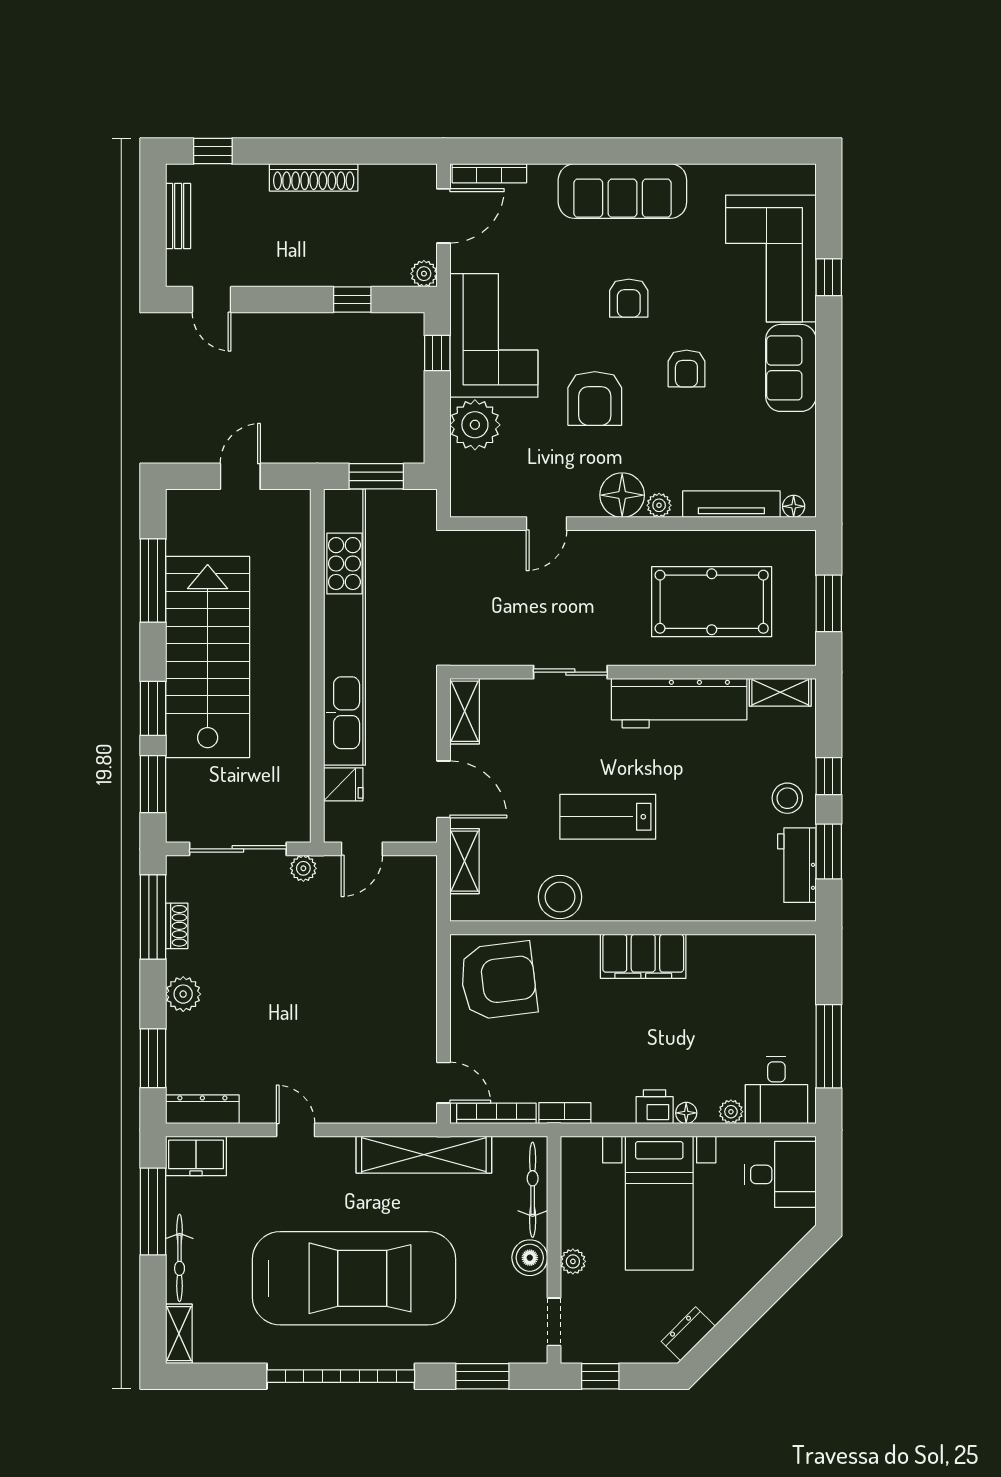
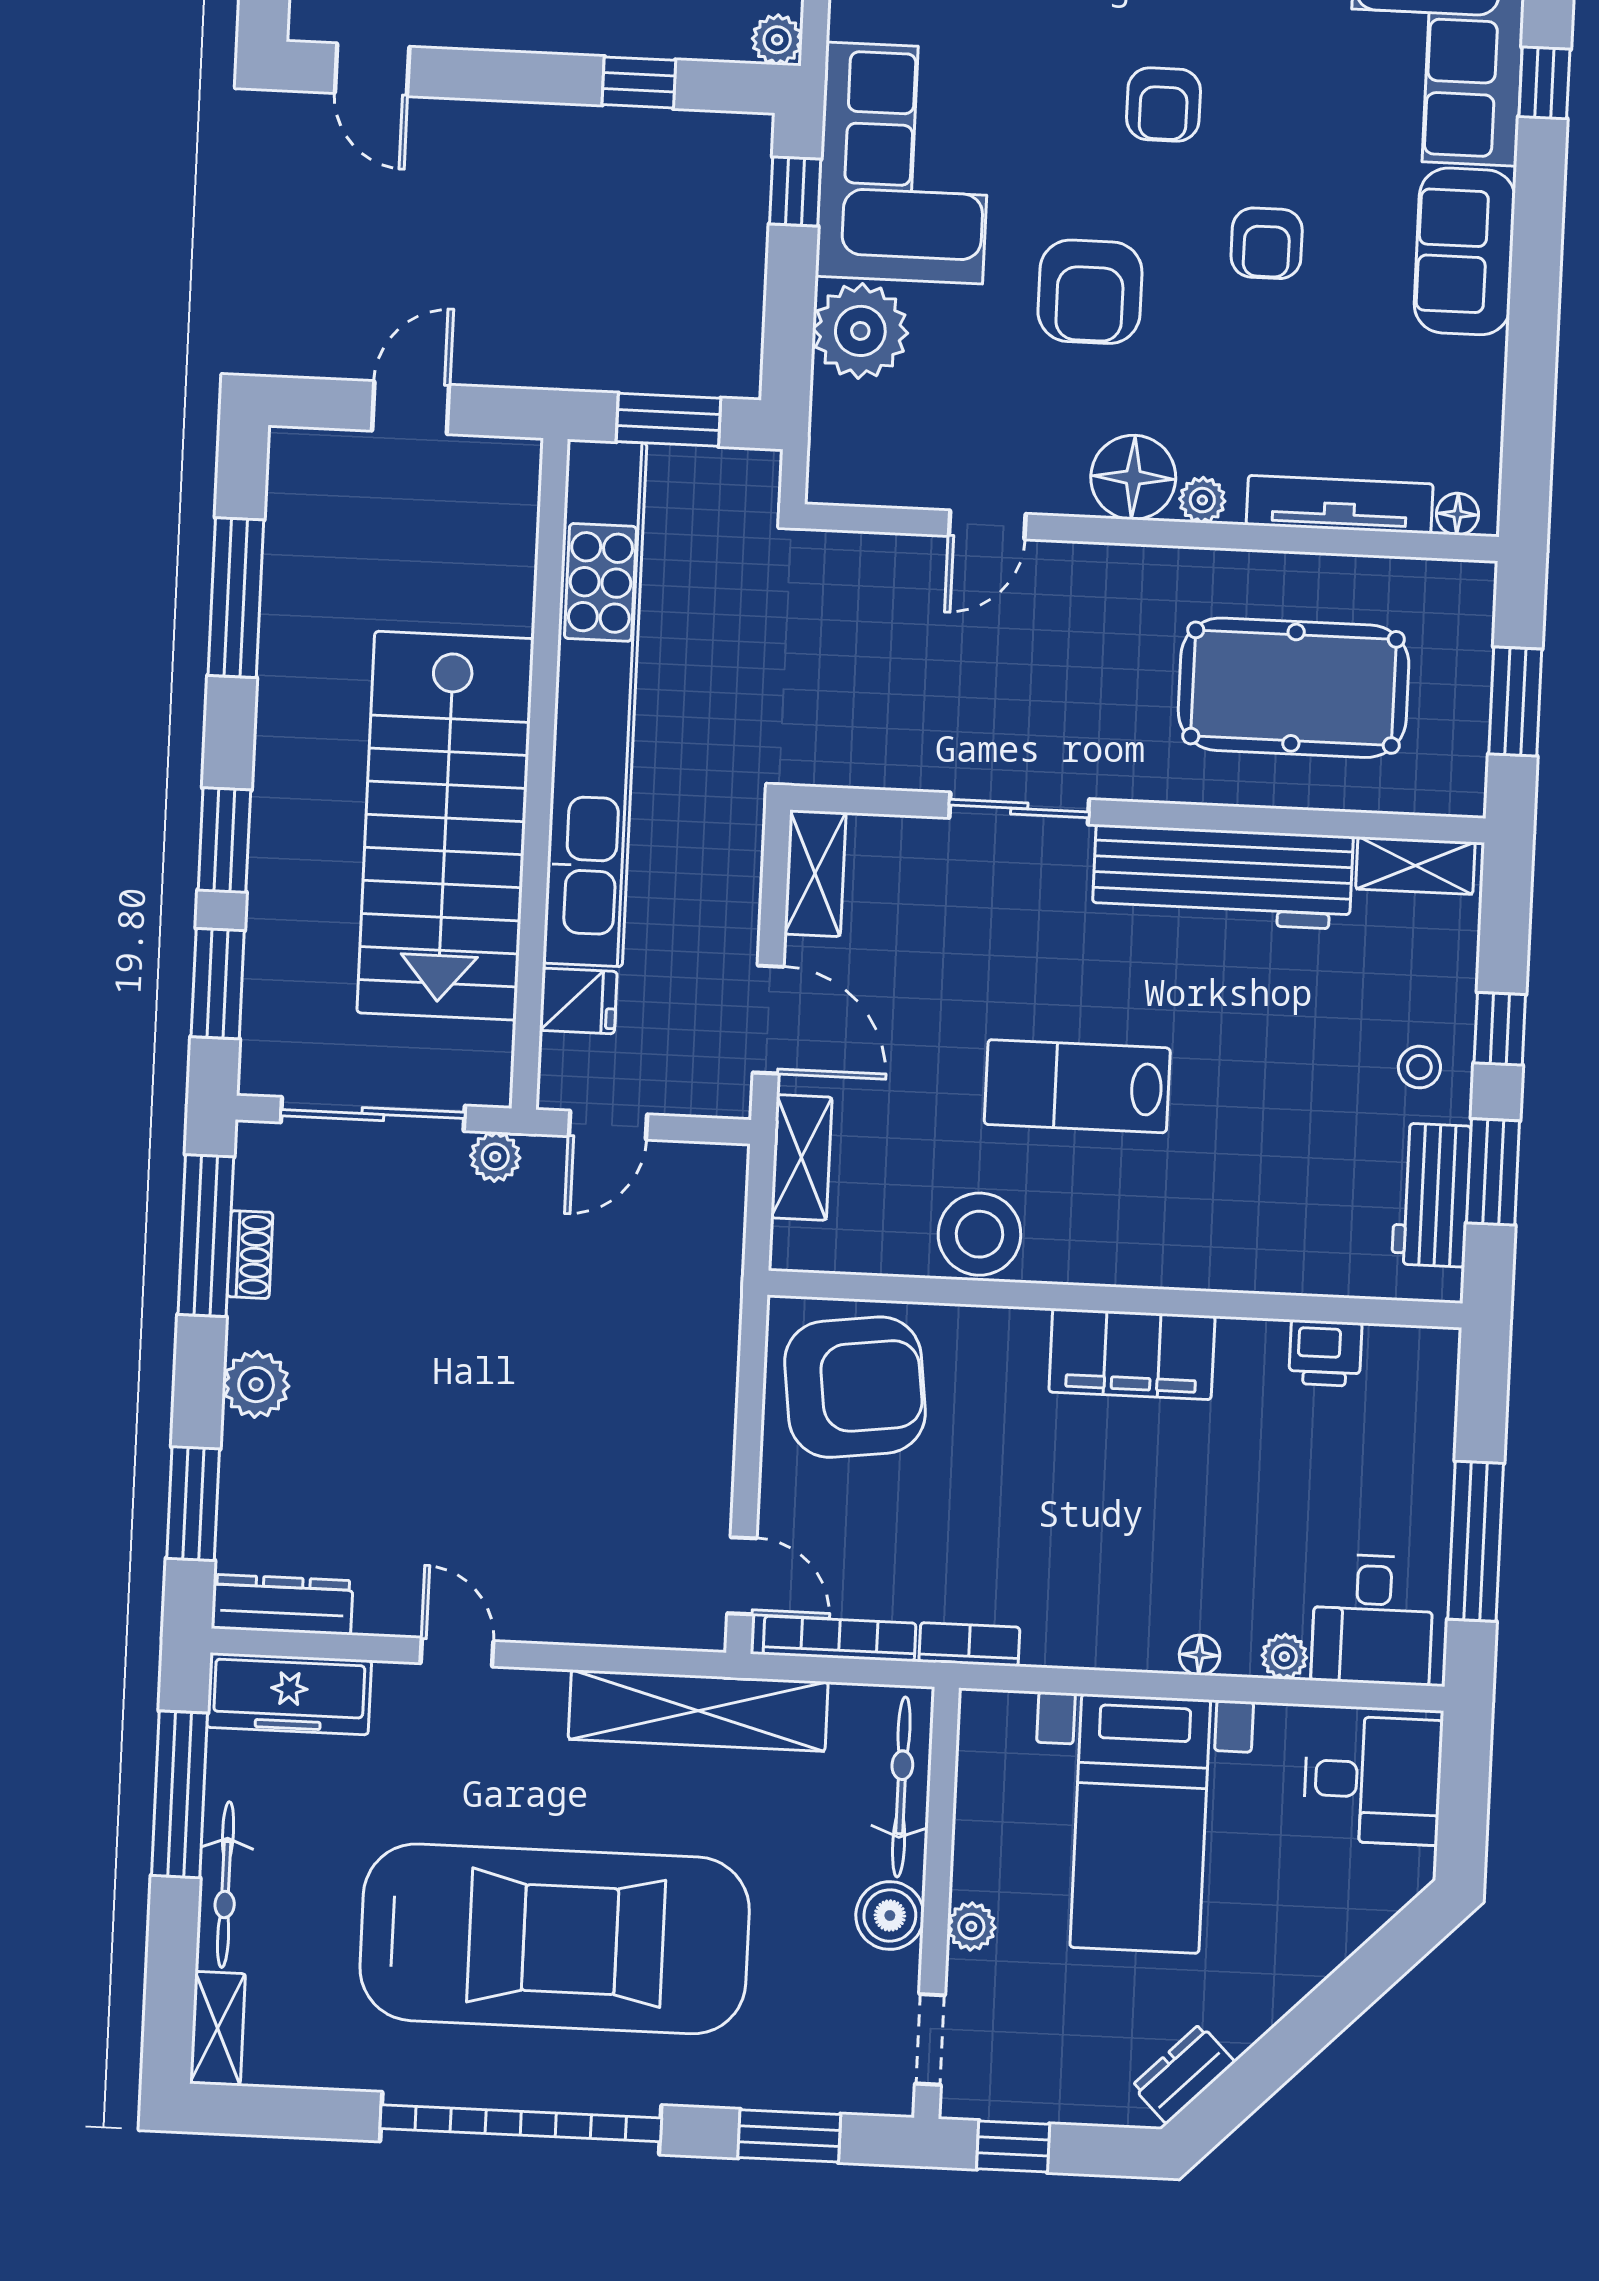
stairs: (208, 657) -> (445, 826), moved, turned 180
stool: (787, 798) -> (1419, 1067), width x0.73, depth x0.73
printer: (655, 1107) -> (1325, 1353), moved, turned 180
freezer: (196, 1156) -> (289, 1694), width x1.40

